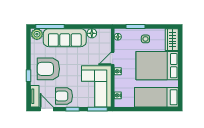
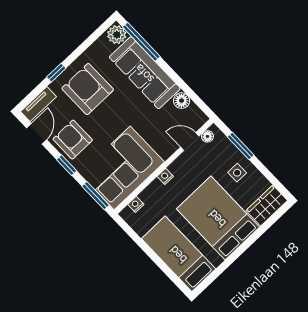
door: (113, 58) -> (190, 142), moved

